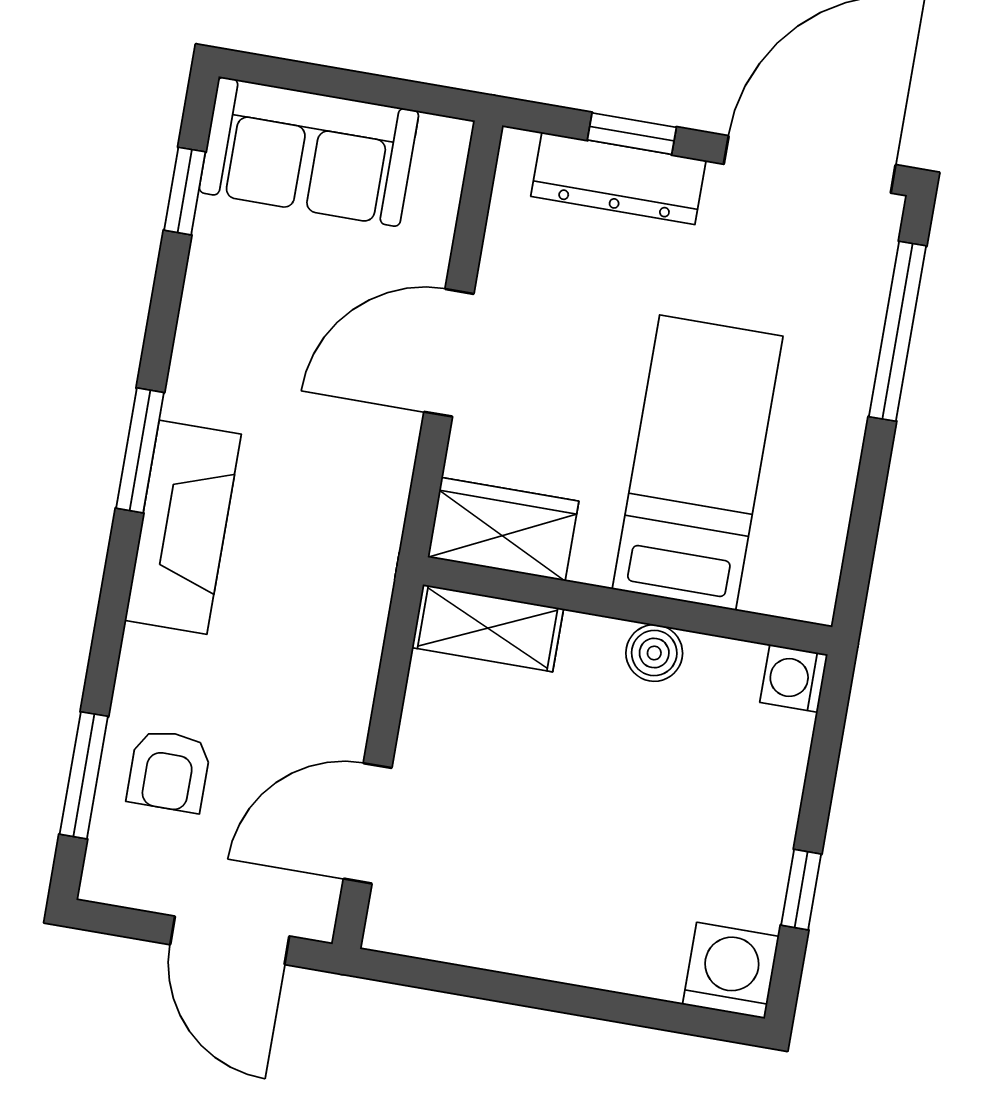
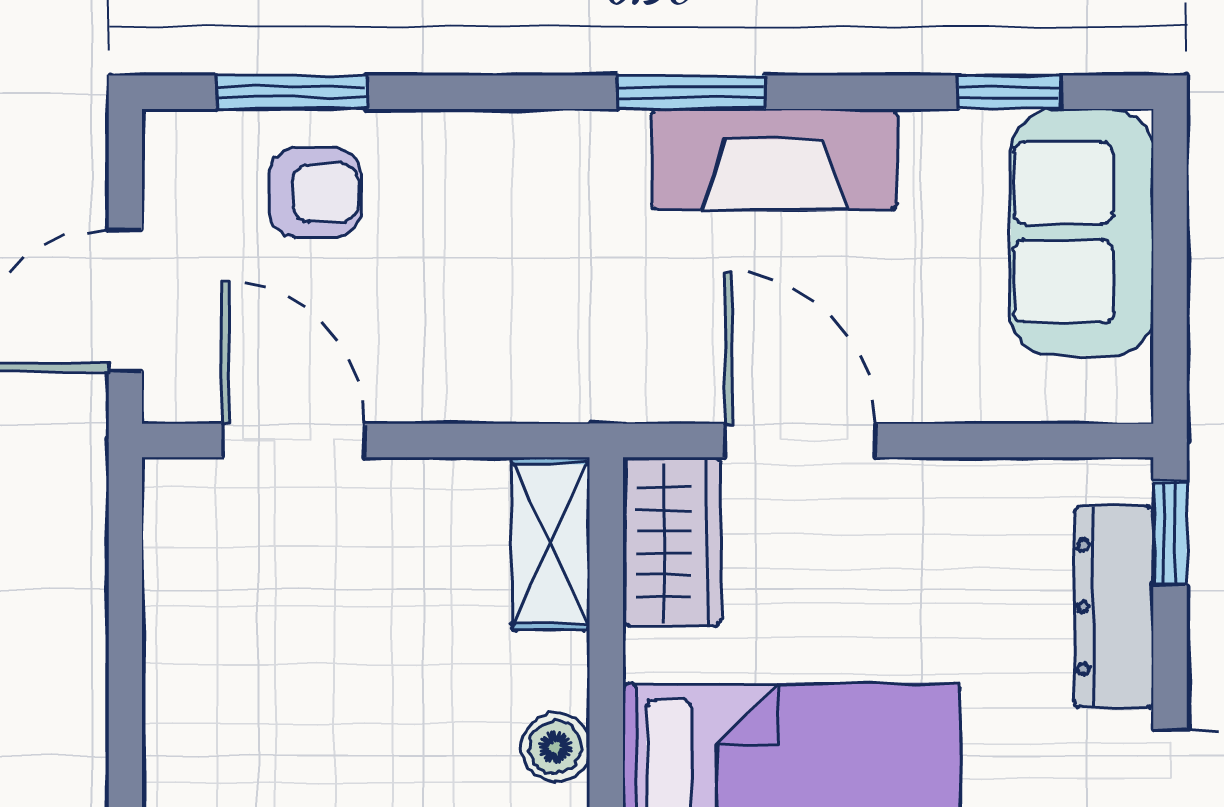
window: (632, 134) -> (1170, 533), moved
door: (449, 353) -> (800, 441), moved
fireplace: (183, 527) -> (774, 159), moved
armchair: (169, 771) -> (315, 193), turned 180

